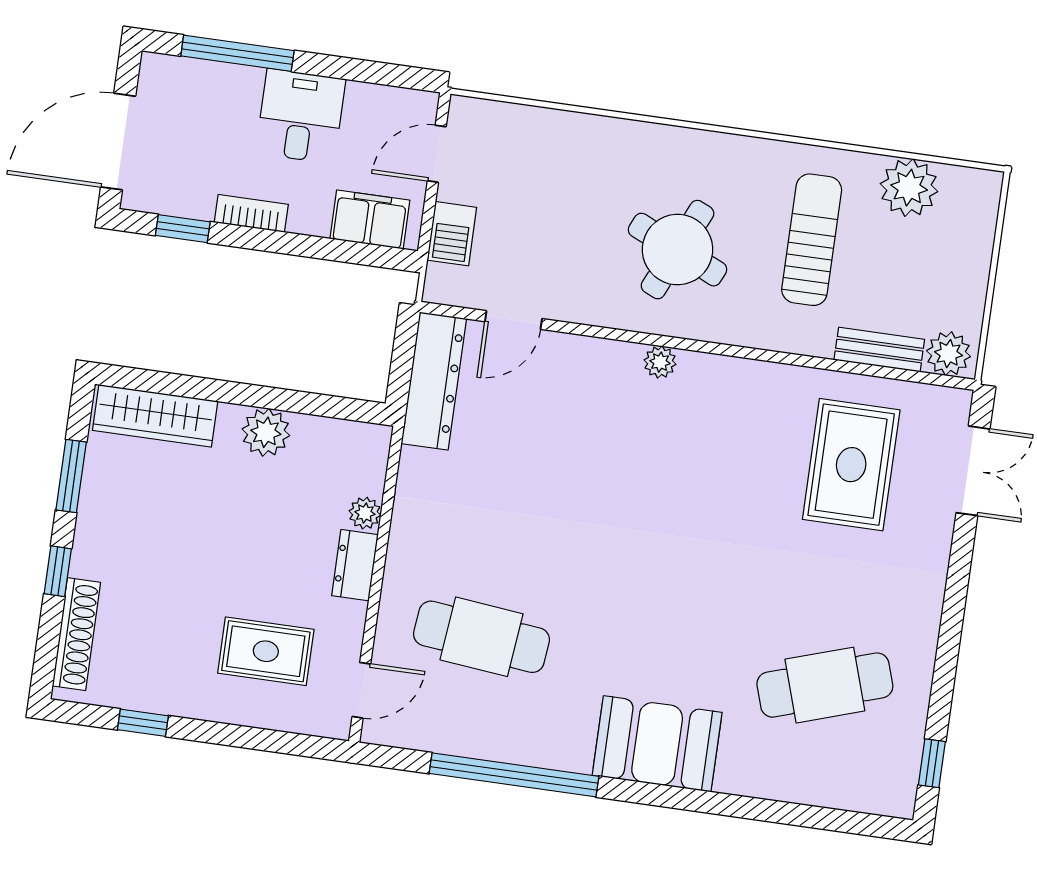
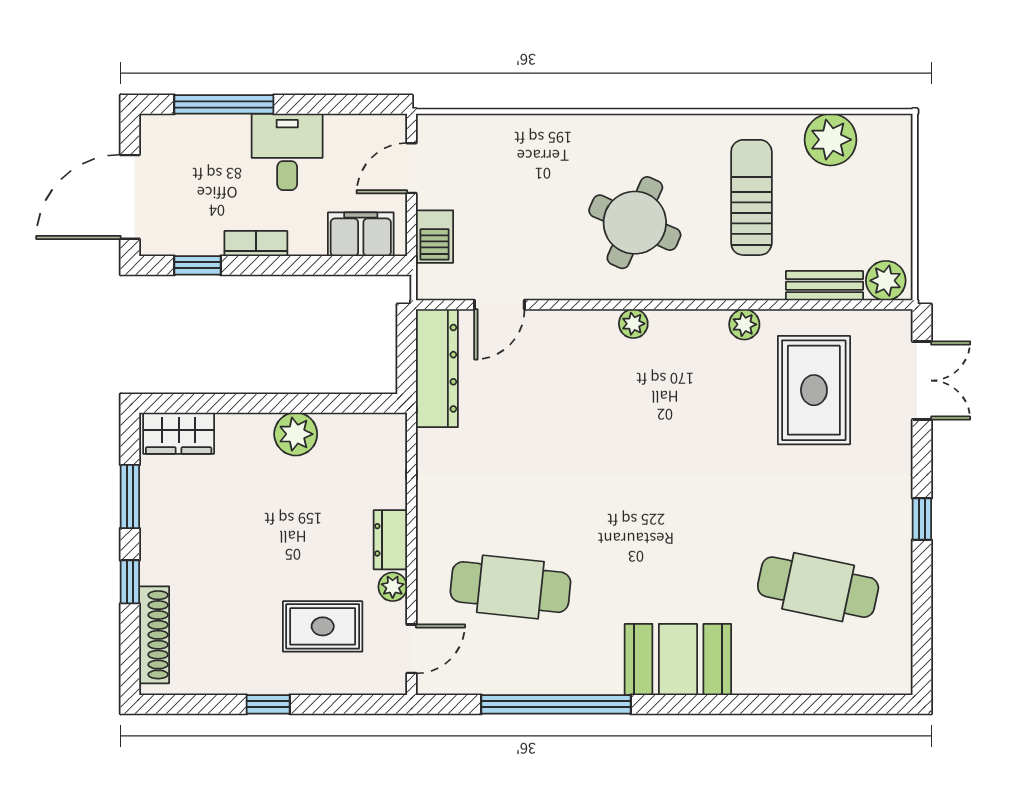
plant: (784, 380) -> (744, 324), added
wardrobe: (155, 416) -> (179, 433), width x0.67
plant: (365, 513) -> (393, 587), moved
cafe table: (825, 685) -> (818, 587), turned 30
window: (143, 723) -> (268, 704), moved
window: (932, 763) -> (922, 519), moved

